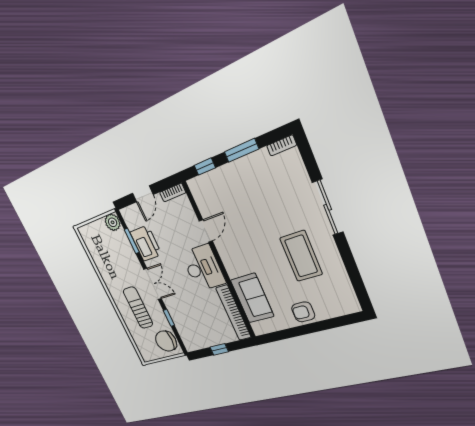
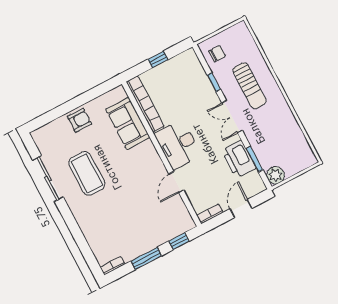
sliding door: (328, 207) -> (48, 179), moved
chair: (166, 341) -> (217, 54), width x0.54, depth x0.54

